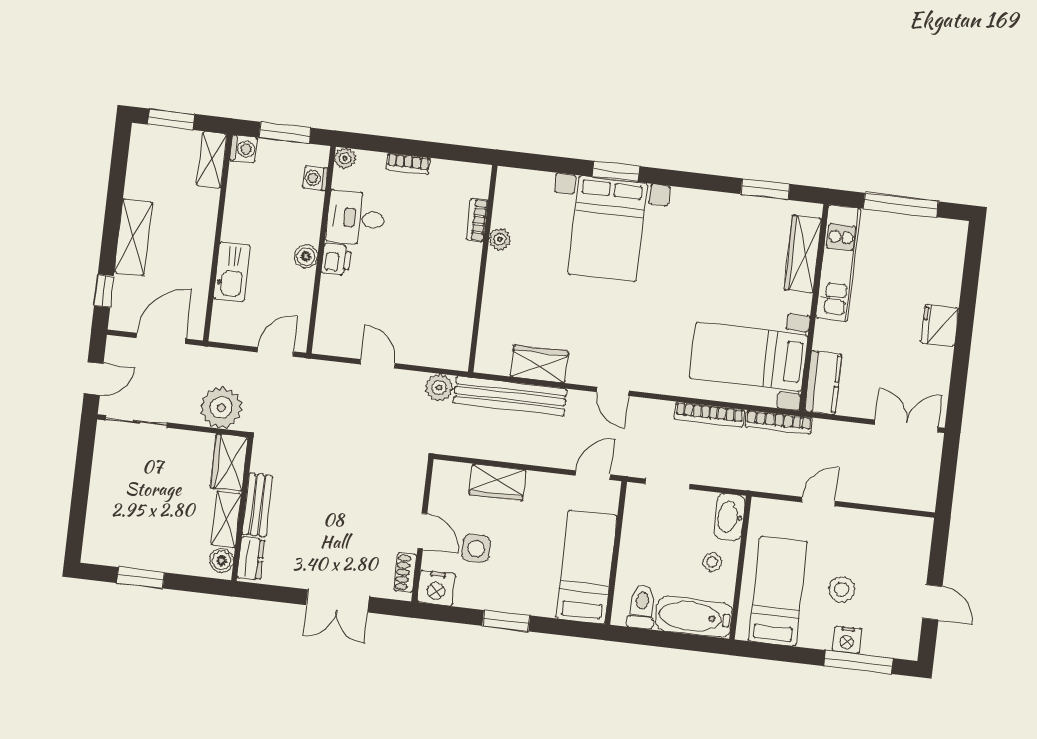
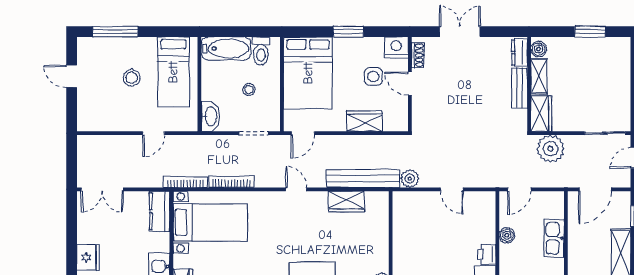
boiler: (306, 256) -> (507, 235), moved
stool: (712, 562) -> (249, 90), moved
bed: (587, 567) -> (308, 73), width x1.50
nightstand: (847, 640) -> (124, 45), removed

